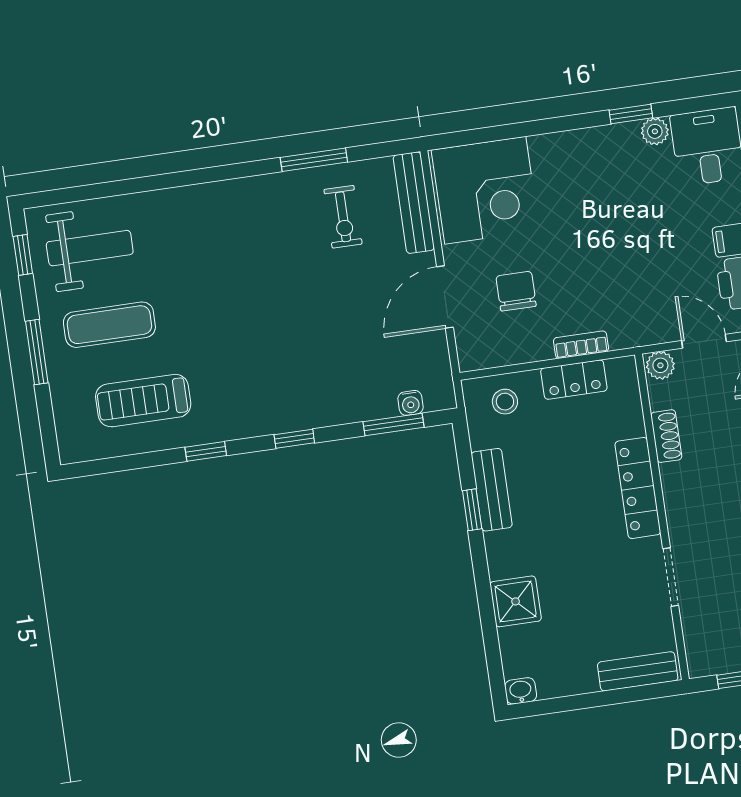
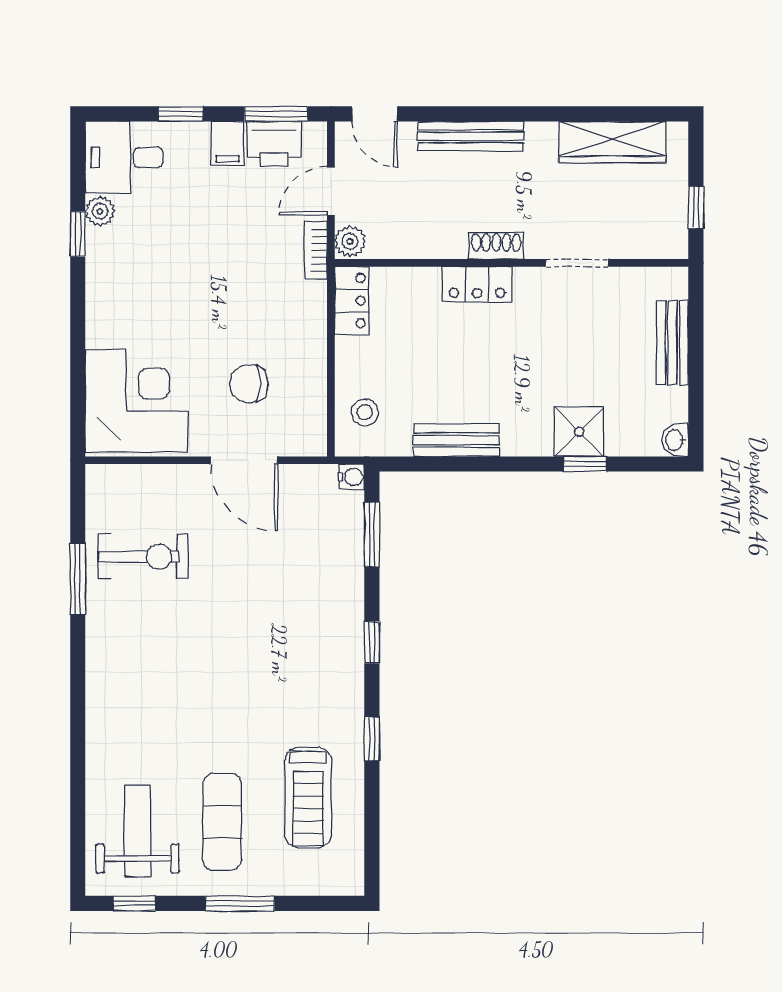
bench: (414, 203) -> (139, 479), removed
exercise bike: (343, 217) -> (143, 557), width x1.38, depth x1.39
bookcase: (581, 345) -> (316, 250), moved
locker: (574, 380) -> (352, 301), moved
water cooler: (410, 403) -> (352, 477), moved
shoe rack: (666, 436) -> (496, 246), moved
locker: (638, 488) -> (477, 284), width x0.66
window: (472, 510) -> (585, 464), moved
bench: (638, 671) -> (672, 343), moved

